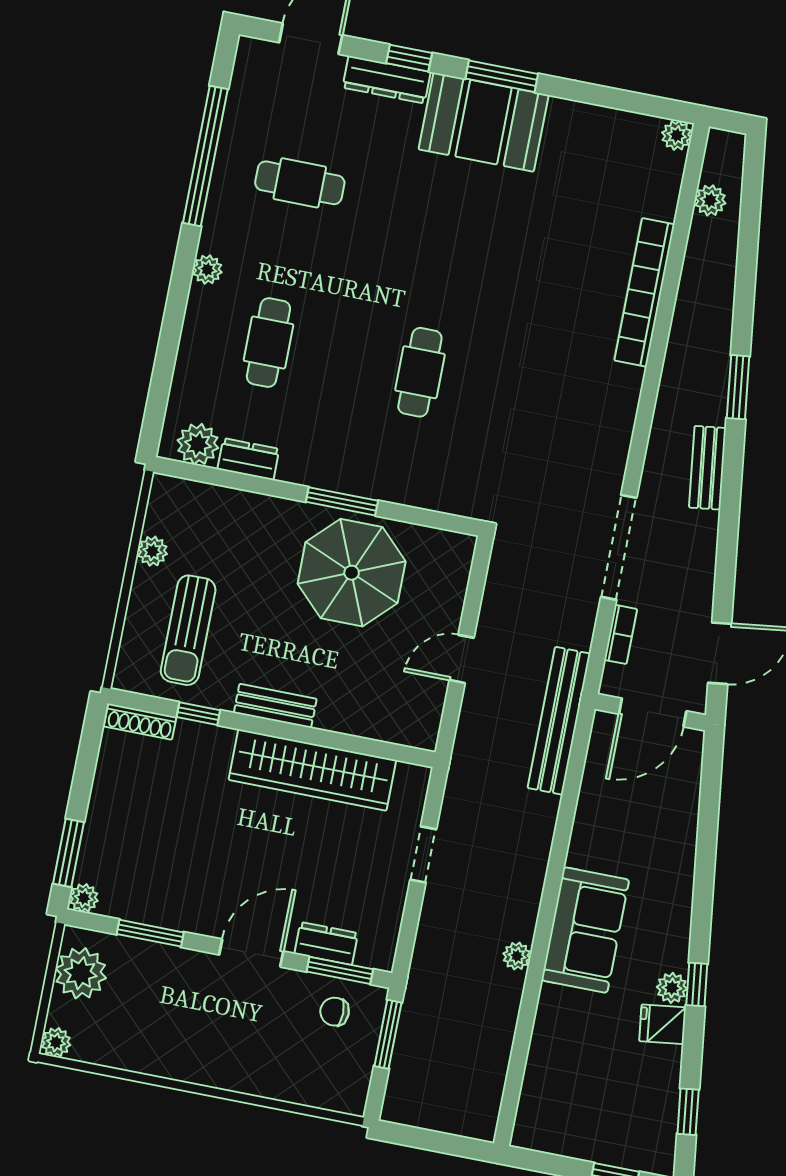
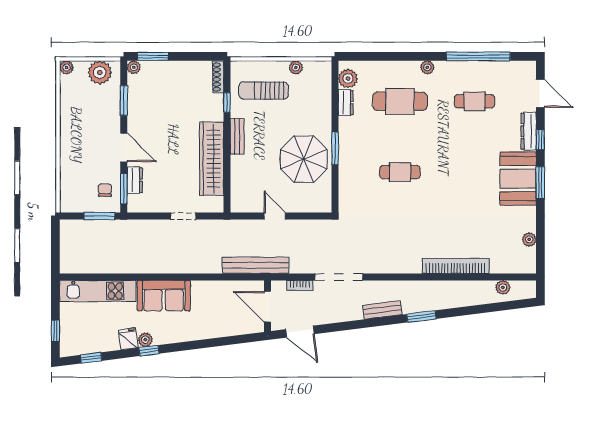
plant: (677, 135) -> (529, 239), moved
cafe table: (300, 183) -> (475, 101), turned 90
cafe table: (268, 343) -> (400, 101), width x1.37, depth x1.35
plant: (517, 956) -> (146, 267), removed
kitchen unit: (548, 1069) -> (98, 291), added

